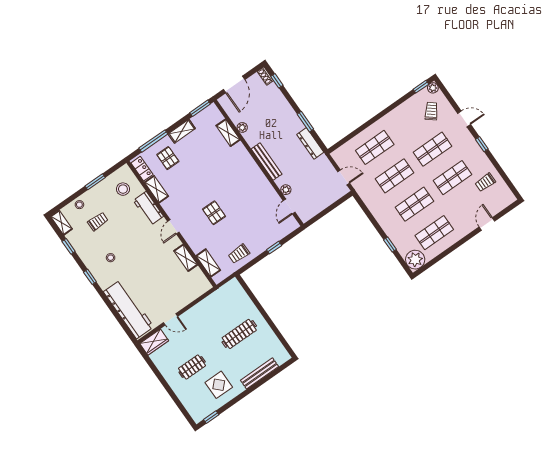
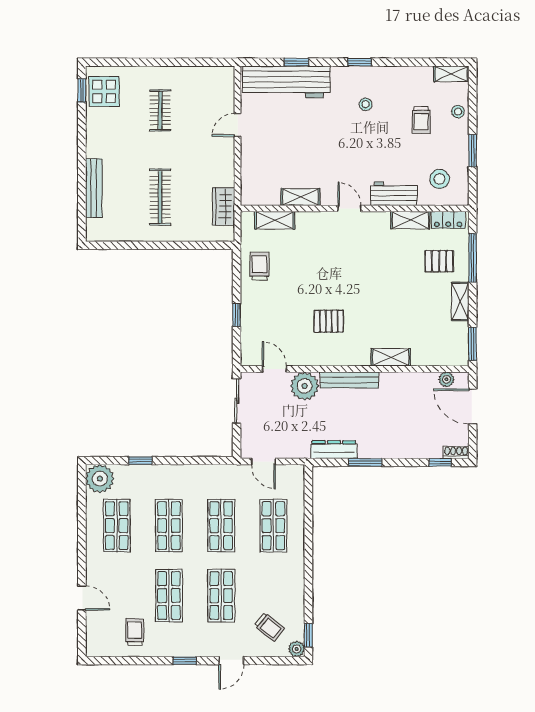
plant: (242, 127) -> (446, 379), moved
shelving: (228, 133) -> (391, 357), moved
door: (344, 177) -> (263, 461), hinge flipped
plant: (286, 190) -> (305, 386), width x1.88, depth x1.88
pallet: (214, 213) -> (329, 321), moved
sliding door: (321, 215) -> (237, 401), added
window: (69, 246) -> (296, 62), moved
wardrobe: (154, 342) -> (224, 206), moved
display table: (219, 385) -> (104, 91), moved

